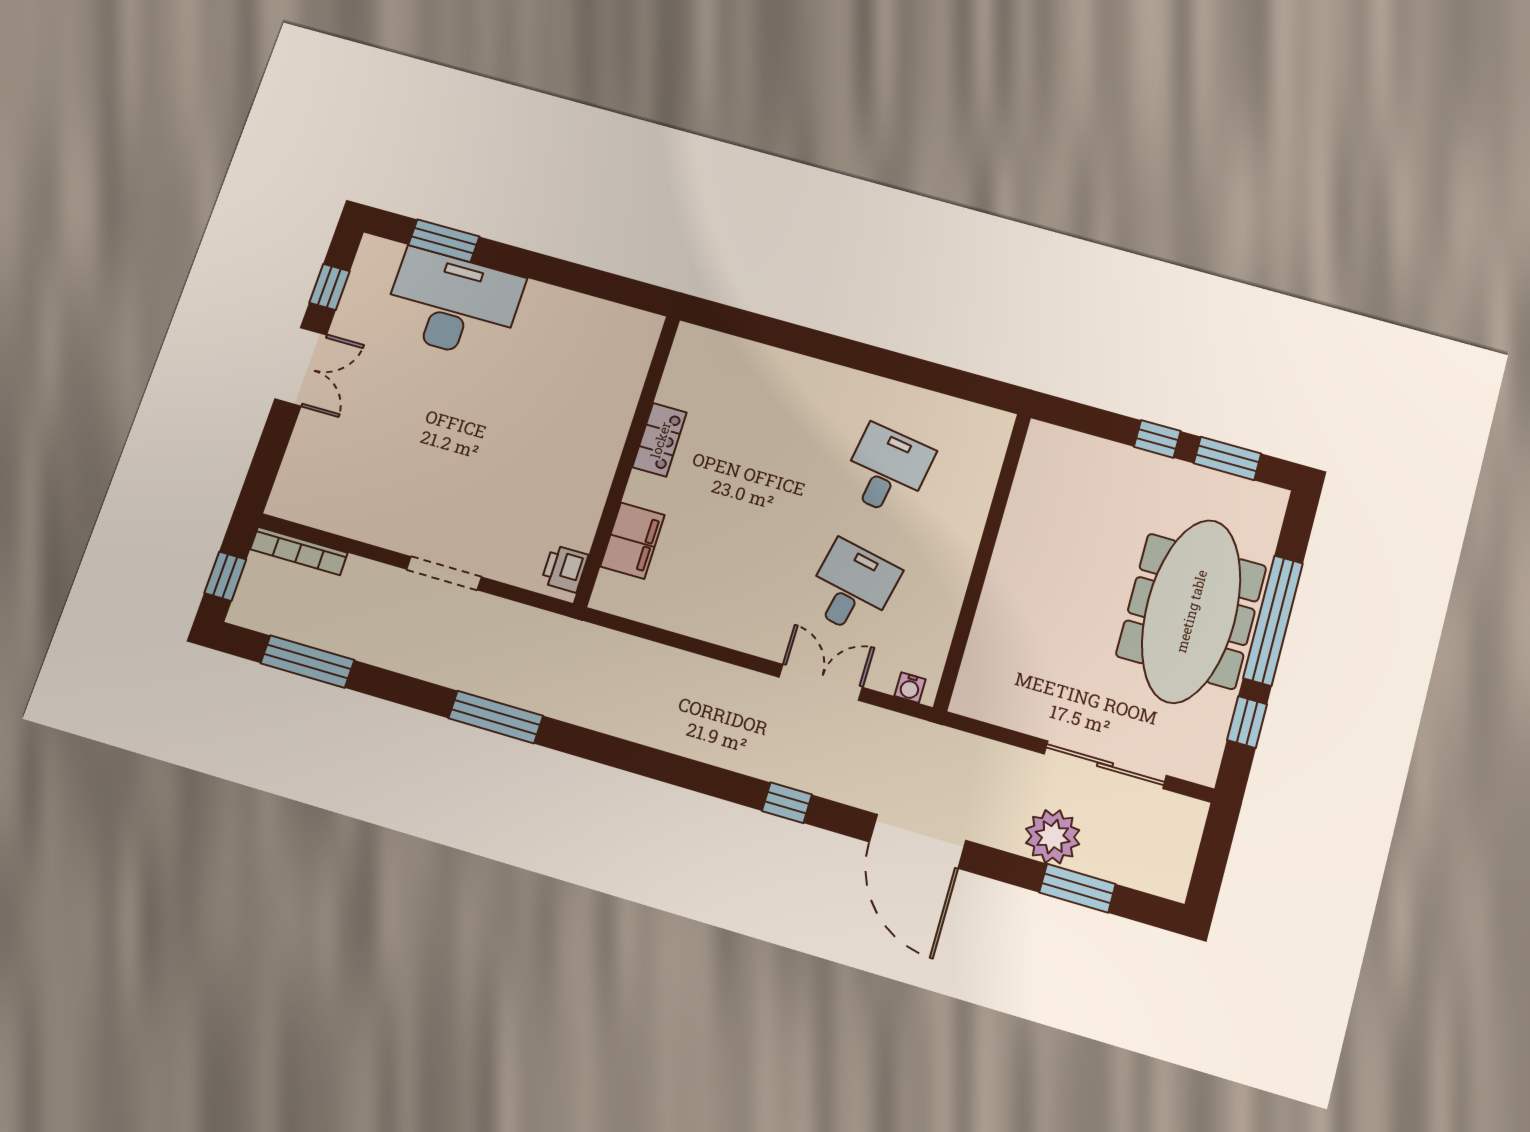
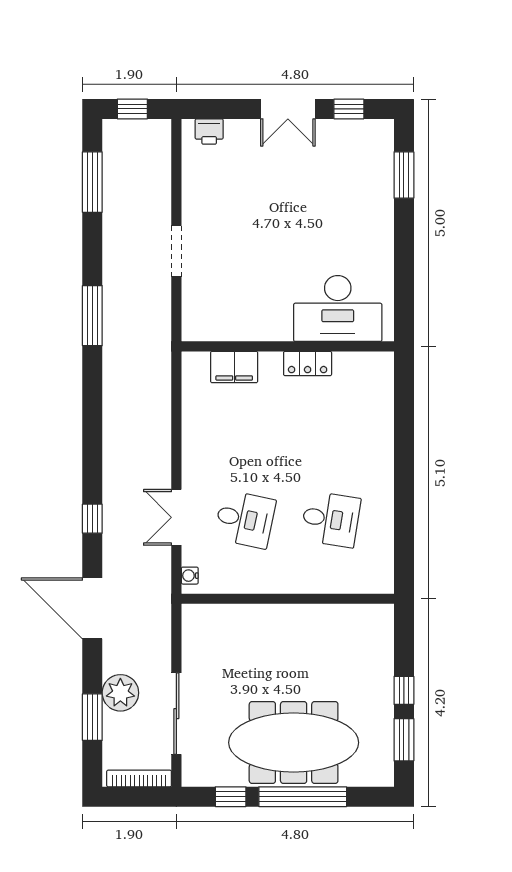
desk: (453, 304) -> (338, 309), moved, turned 90
bookcase: (299, 551) -> (139, 778), moved, turned 90
printer: (565, 569) -> (209, 132), moved, turned 180
double door: (821, 682) -> (176, 517), swing flipped
door: (918, 841) -> (92, 608), hinge flipped

